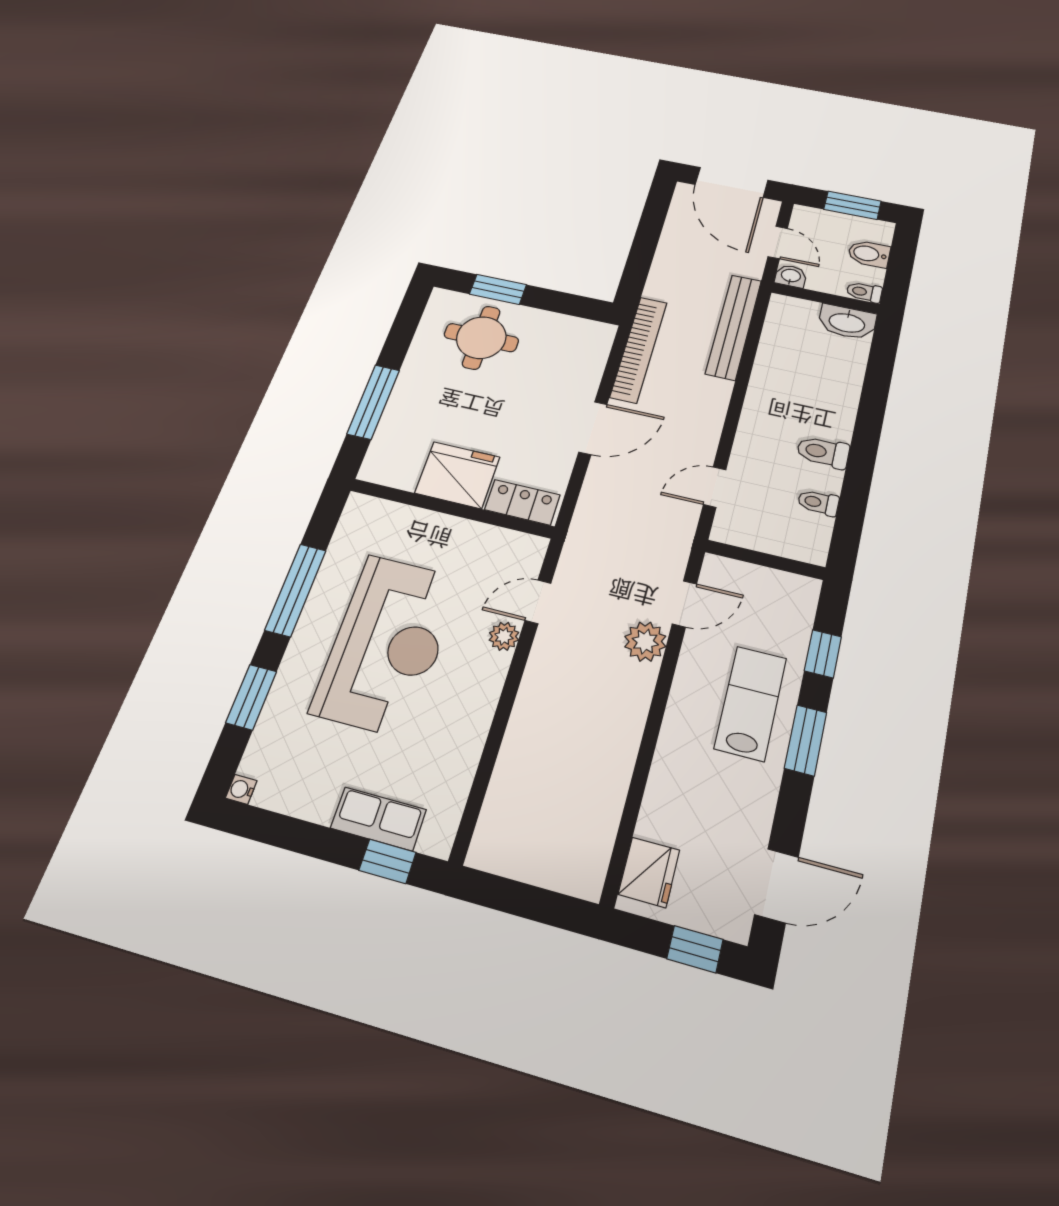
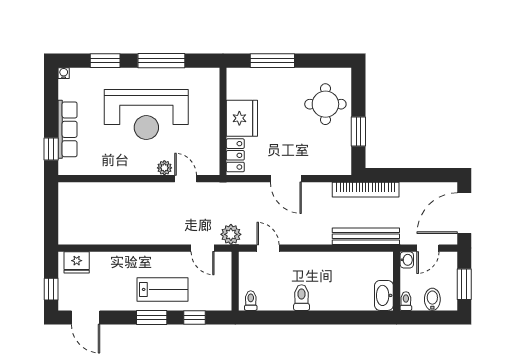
window: (498, 289) -> (358, 131), moved
bookcase: (639, 349) -> (366, 190), moved
toilet: (818, 503) -> (251, 301), moved
plant: (645, 642) -> (231, 234), moved
row of seats: (378, 819) -> (68, 129), width x1.48

